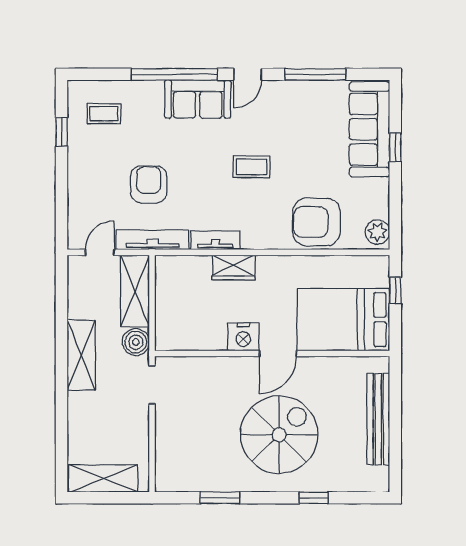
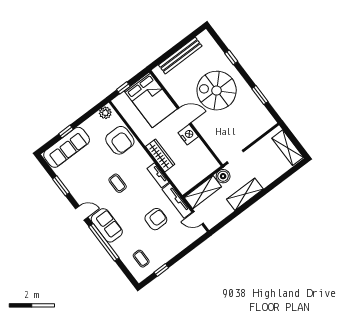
window: (315, 74) -> (61, 186), width x0.69
armchair: (149, 184) -> (156, 219), turned 180
wardrobe: (234, 267) -> (160, 155), width x1.50

